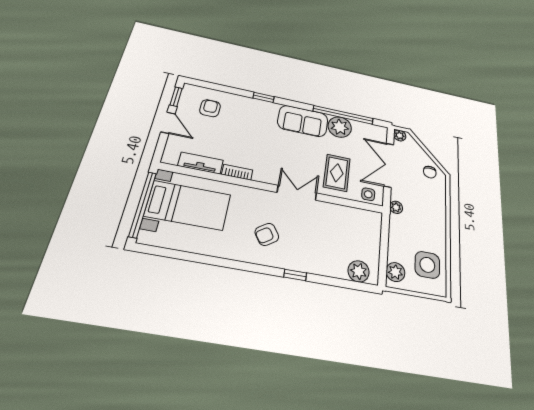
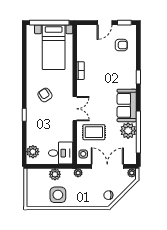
tv unit: (201, 163) -> (82, 48), removed
desk: (364, 227) -> (61, 153), added
side table: (427, 265) -> (58, 195), moved
plant: (395, 272) -> (55, 174), moved

